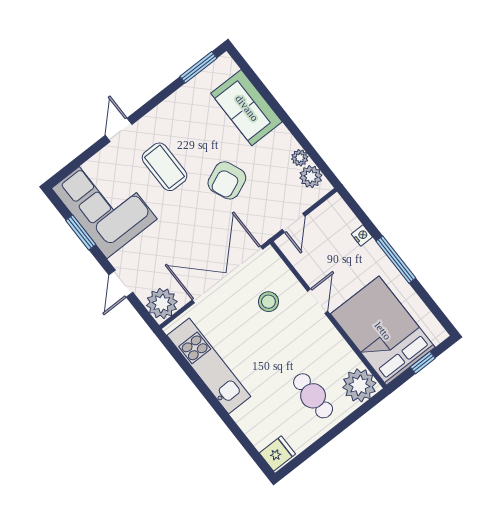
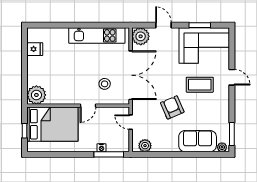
plant: (300, 158) -> (222, 147), moved
window: (396, 260) -> (109, 154), moved
door: (318, 301) -> (88, 106), hinge flipped
cafe table: (313, 396) -> (48, 71), removed
fridge: (277, 453) -> (35, 49), moved, turned -90

